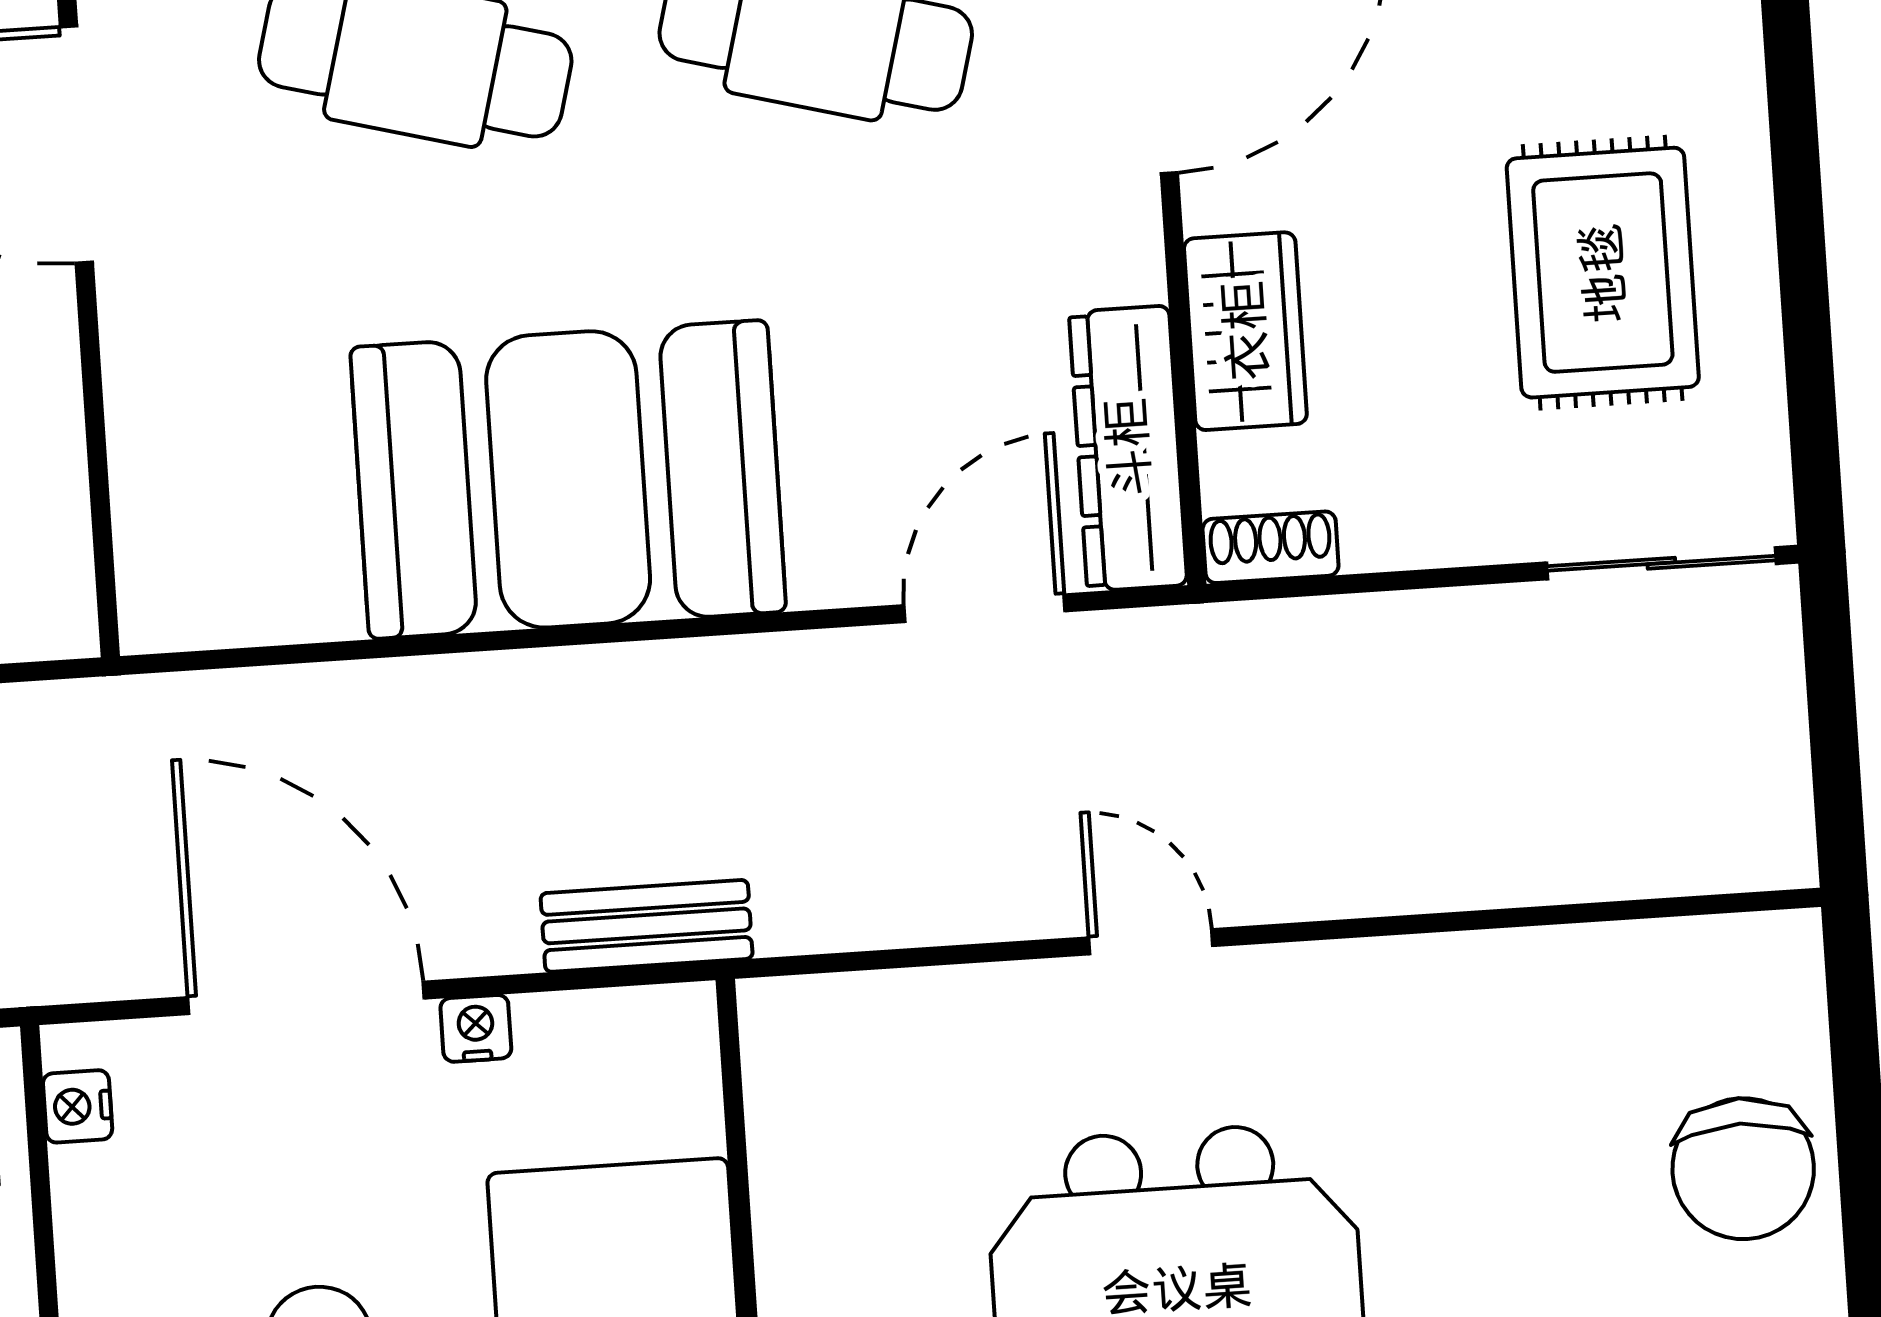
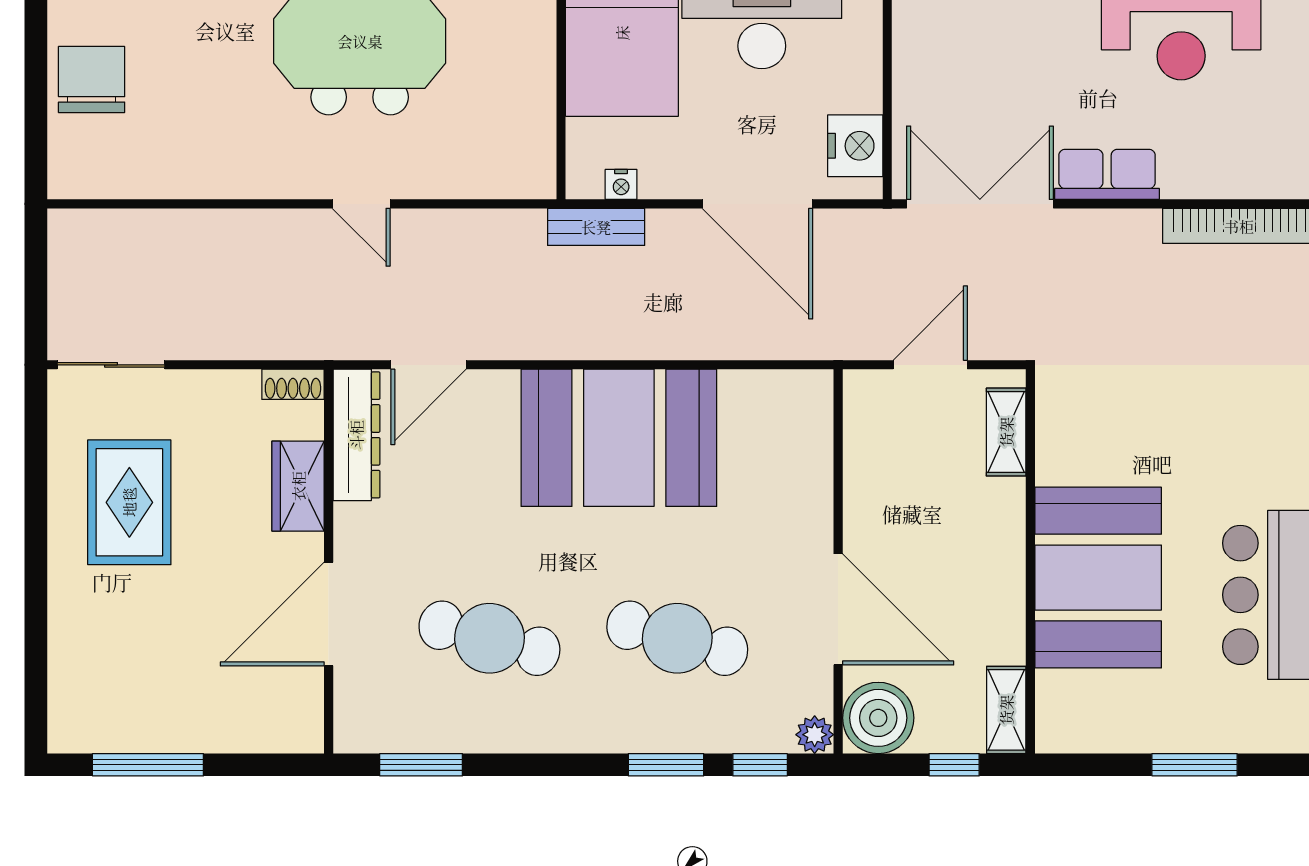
nightstand: (476, 1028) -> (621, 184), moved
nightstand: (78, 1106) -> (855, 146), width x1.89, depth x1.79

